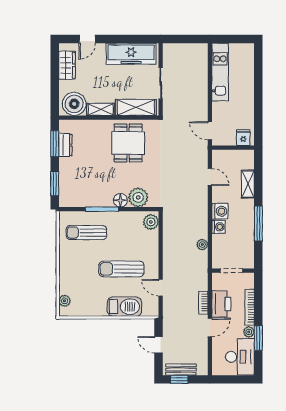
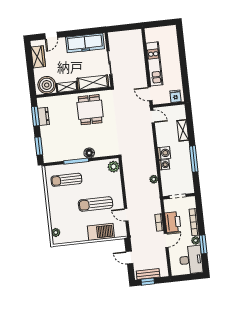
kitchen unit: (220, 72) -> (154, 64), moved
door: (210, 177) -> (152, 116), moved
plant: (138, 197) -> (102, 149), removed

